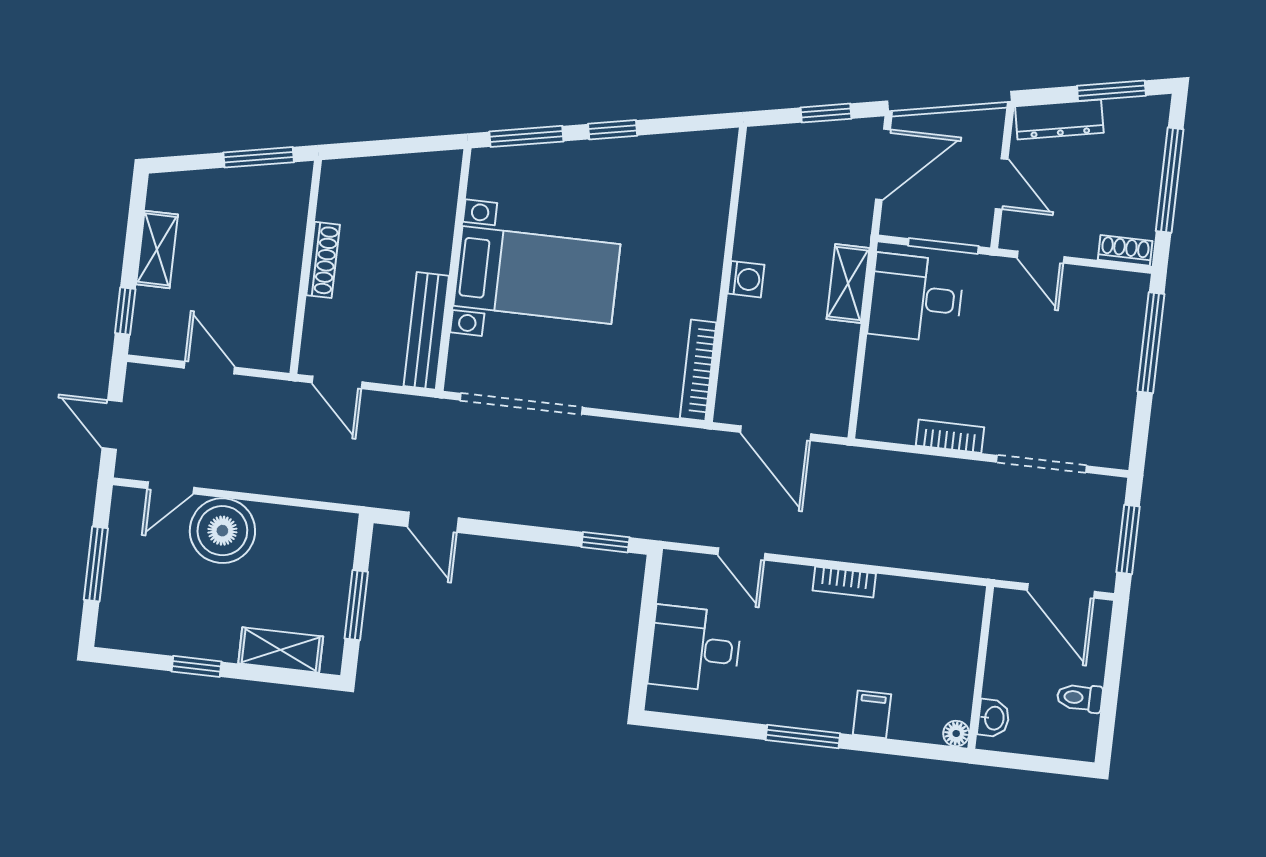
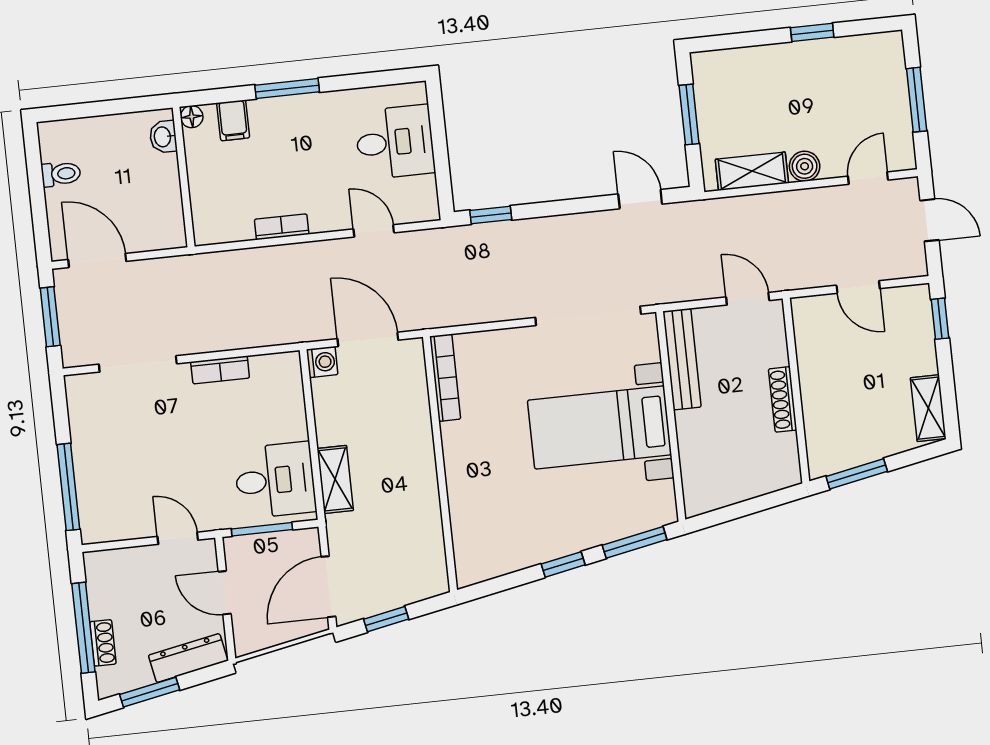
shelving: (157, 249) -> (928, 408), moved
shoe rack: (1125, 250) -> (103, 643), moved, turned -90
washing machine: (746, 279) -> (322, 362), moved, turned 180
boiler: (222, 531) -> (805, 166), width x0.54, depth x0.54
shelving: (281, 650) -> (752, 171), moved
wall: (981, 667) -> (184, 177), moved
washbasin: (993, 718) -> (163, 137), moved
floor lamp: (956, 734) -> (192, 117), moved

